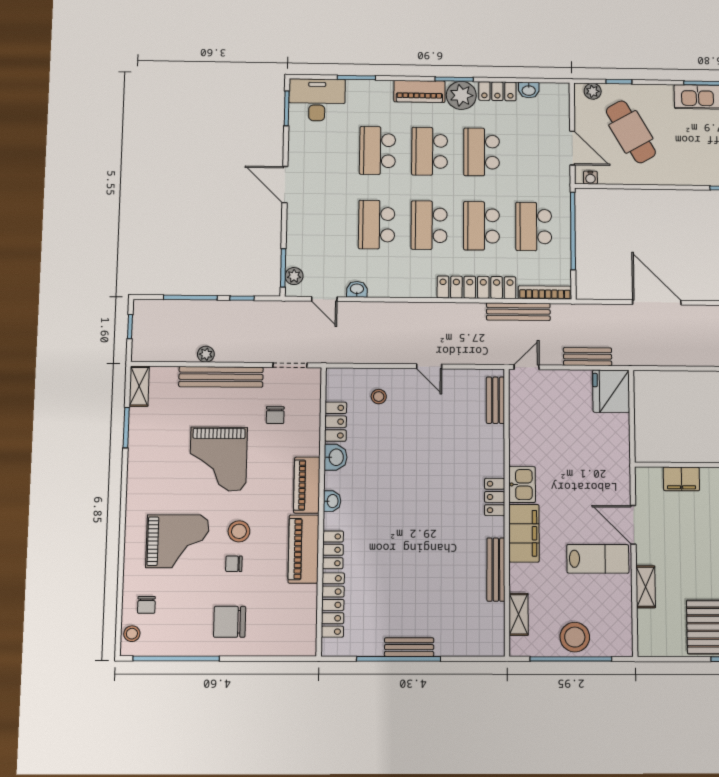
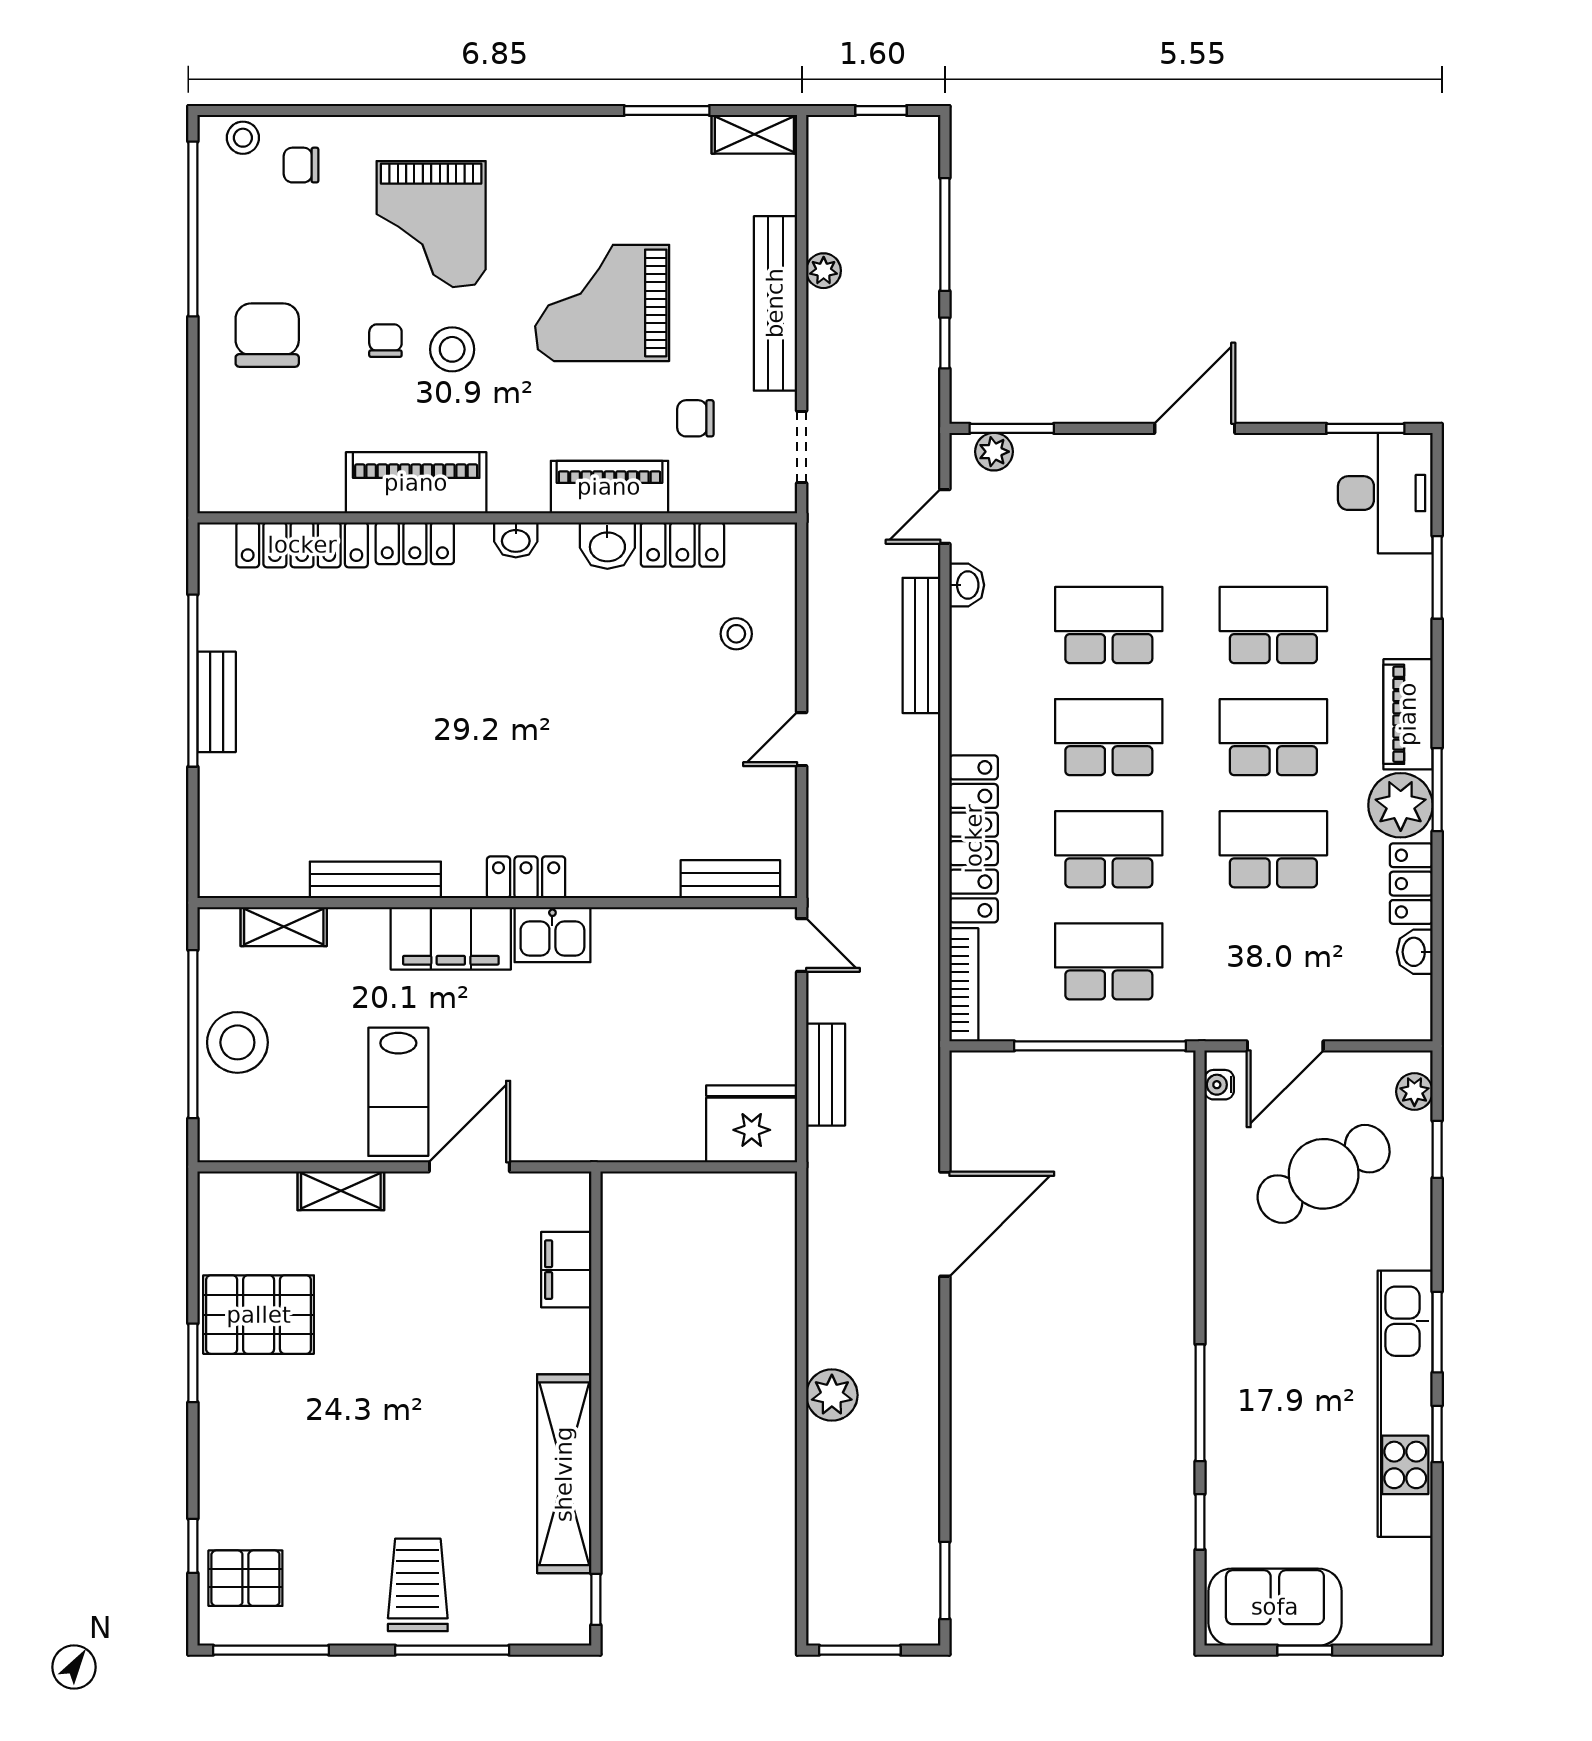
bench: (518, 312) -> (921, 645), moved
piano: (307, 485) -> (609, 487), moved

